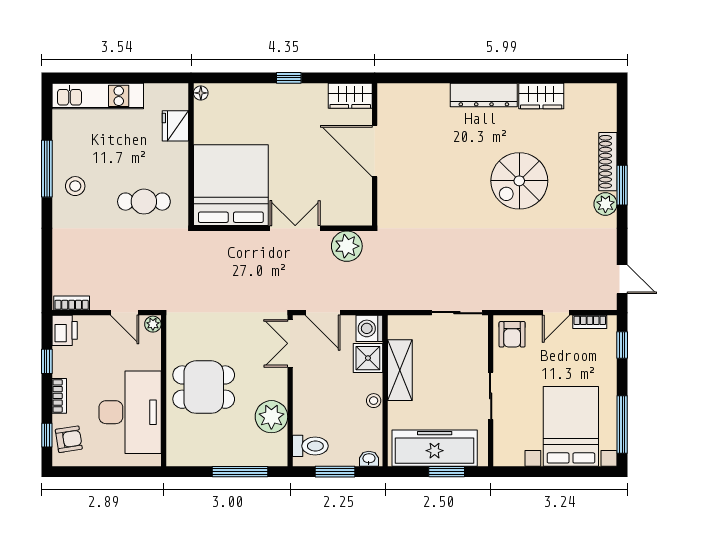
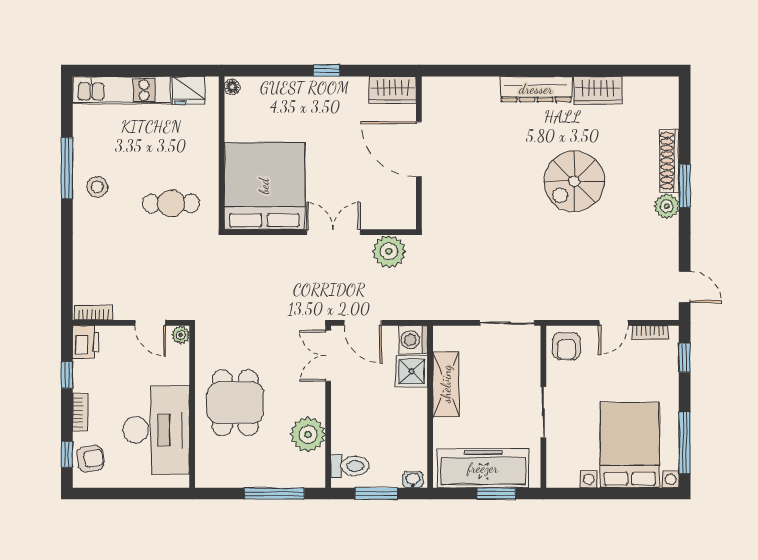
fridge: (175, 126) -> (189, 90), moved, turned -90
dining table: (204, 387) -> (235, 403), turned 90
stool: (374, 401) -> (418, 417), removed

